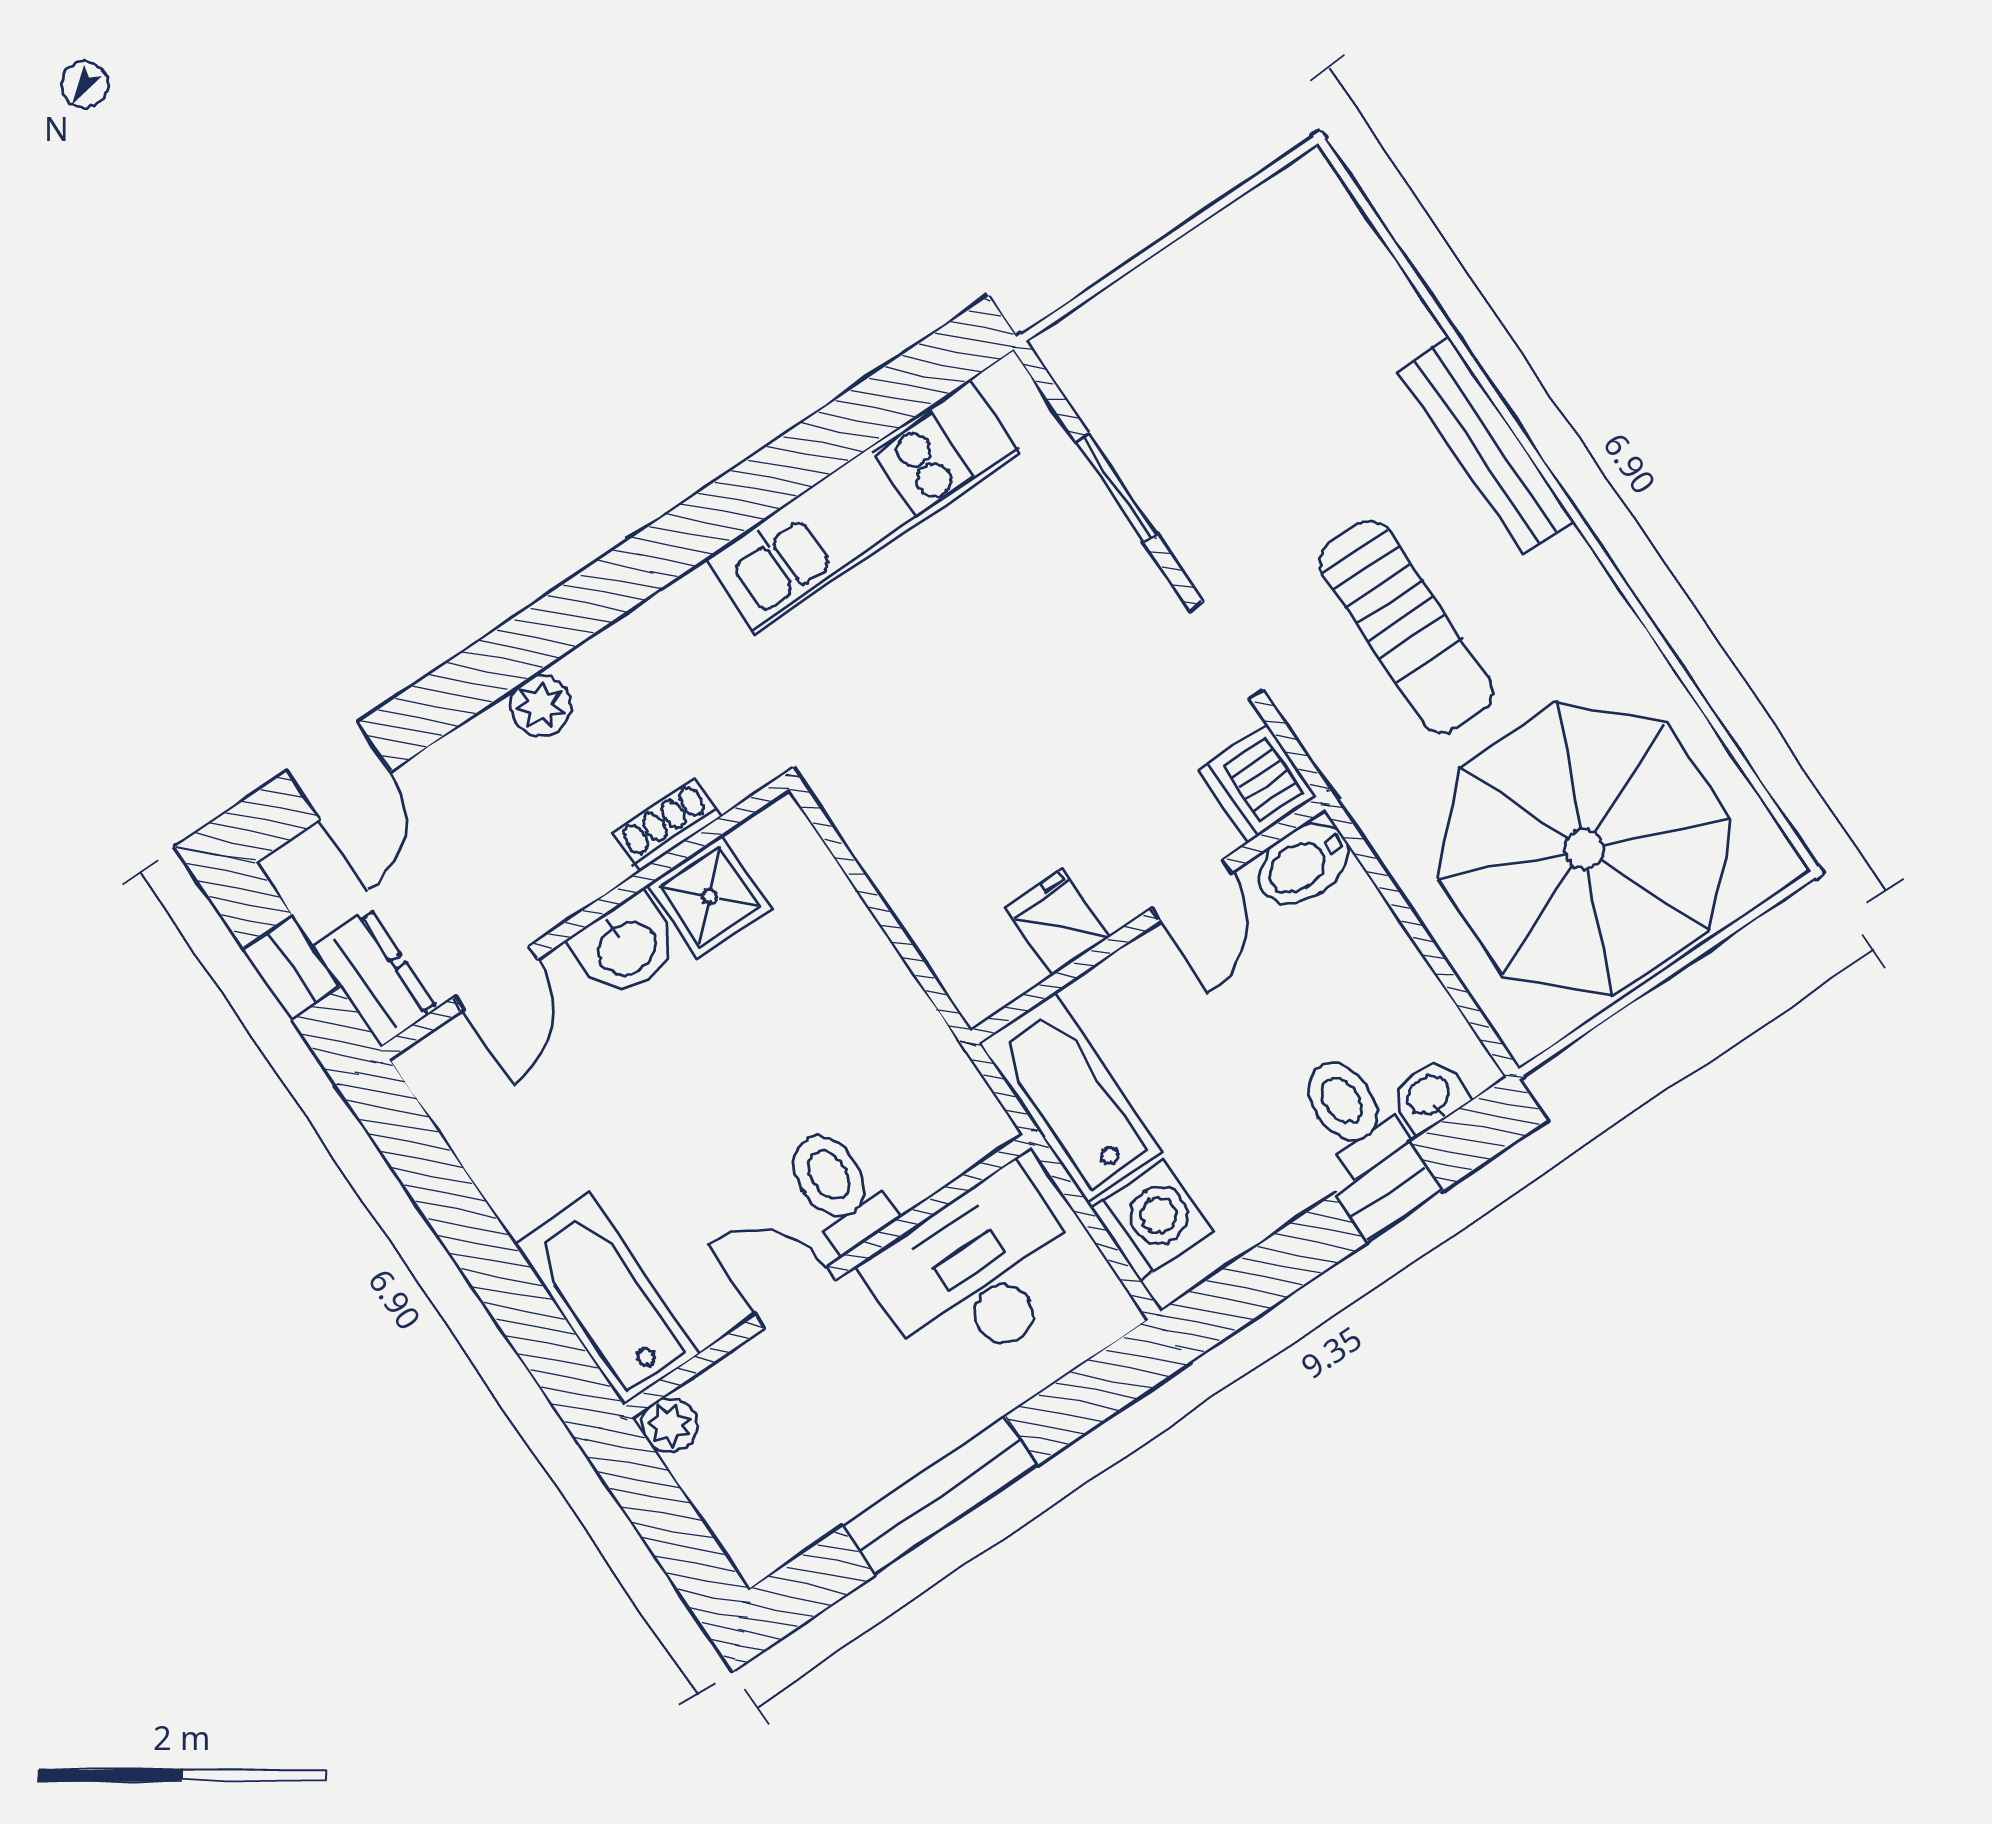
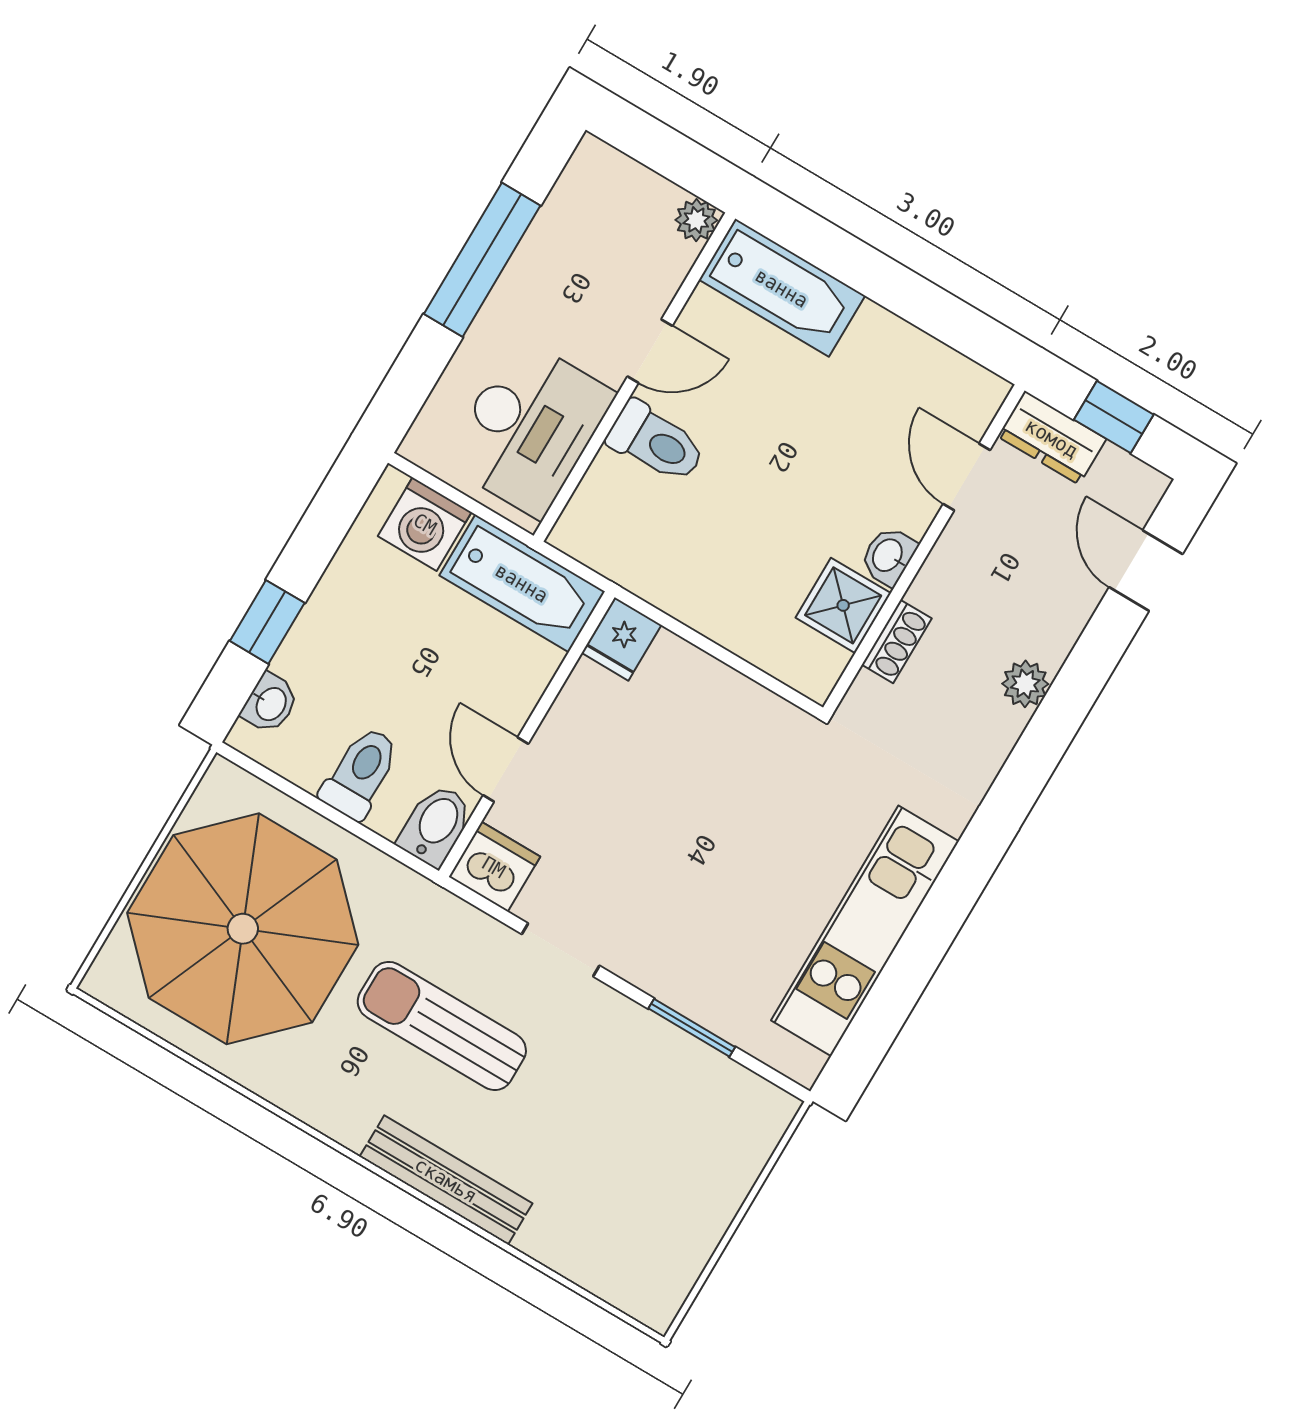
fridge: (1058, 922) -> (622, 639), moved, turned 90
washbasin: (626, 947) -> (888, 556), width x0.72, depth x0.69
toilet: (1351, 1114) -> (360, 773), moved, turned -90

